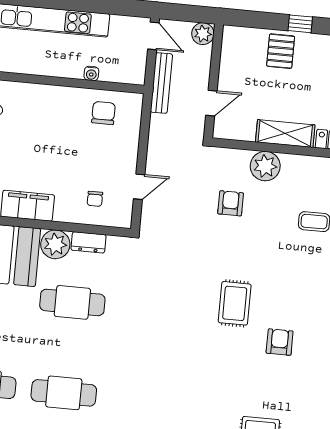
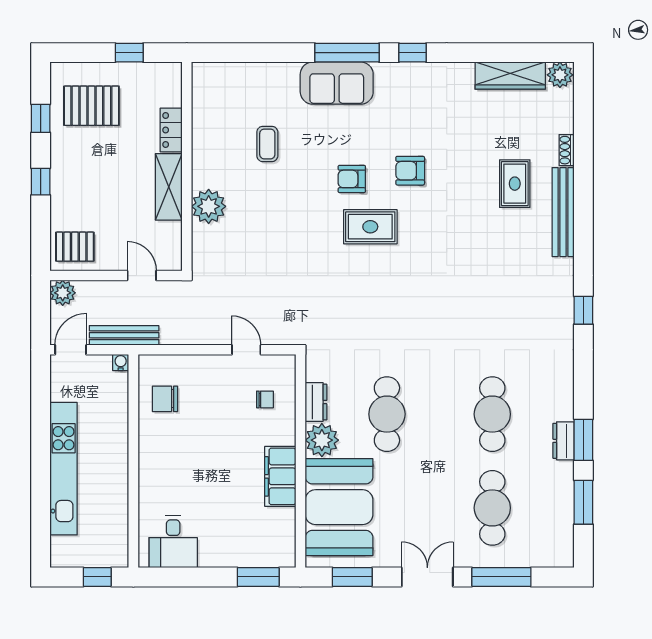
pallet: (281, 51) -> (75, 247), moved
water cooler: (91, 73) -> (121, 362), moved, turned -90
armchair: (231, 203) -> (352, 179), moved

